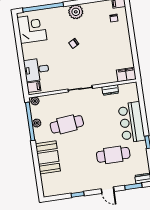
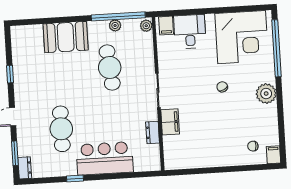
corner desk: (32, 29) -> (242, 37), width x1.36, depth x1.36
filing cabinet: (126, 75) -> (170, 122), moved

